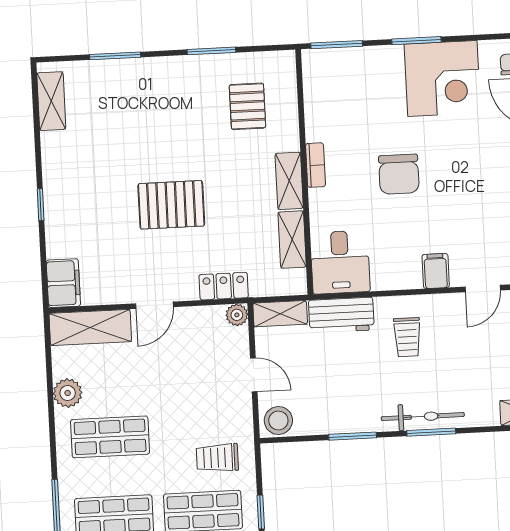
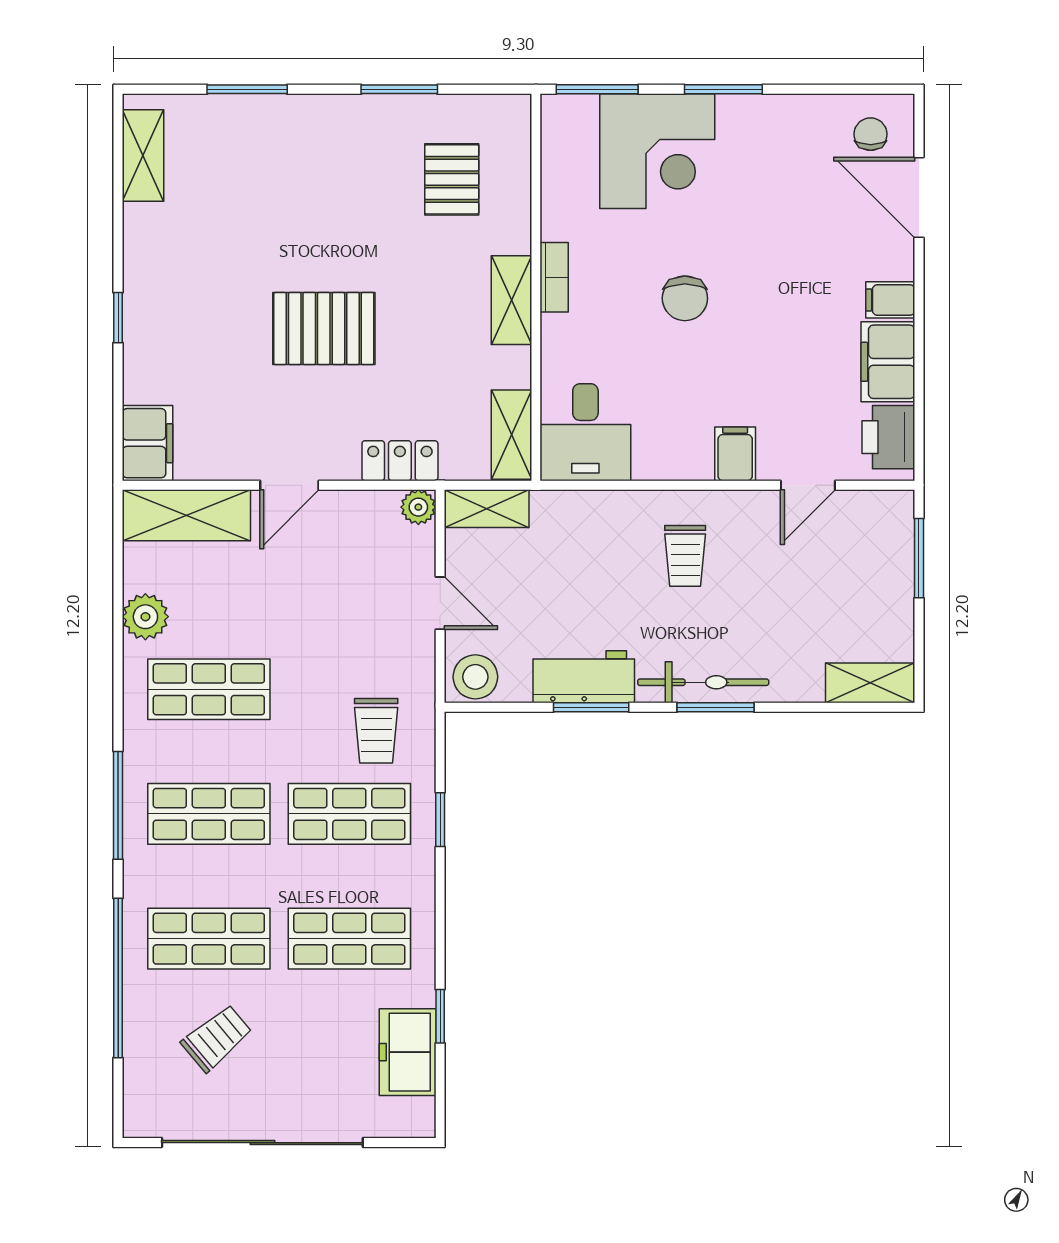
corner desk: (442, 78) -> (657, 151), moved
chair: (399, 174) -> (685, 298), width x0.73, depth x0.73
shelving: (292, 240) -> (511, 435), moved
workbench: (341, 315) -> (584, 677), moved, turned 180
trolley: (217, 458) -> (376, 731), turned -90

